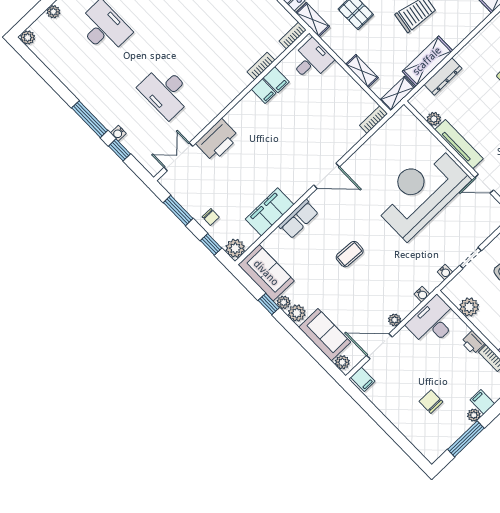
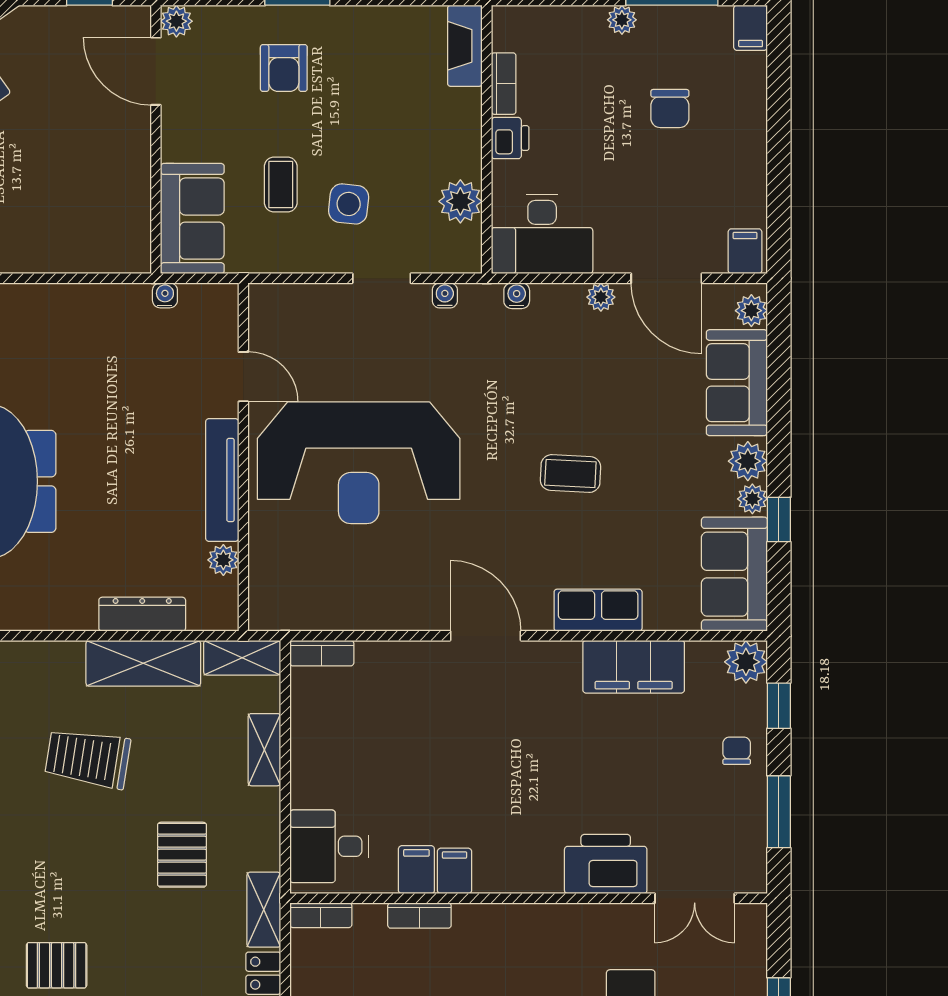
filing cabinet: (482, 402) -> (751, 28), moved

